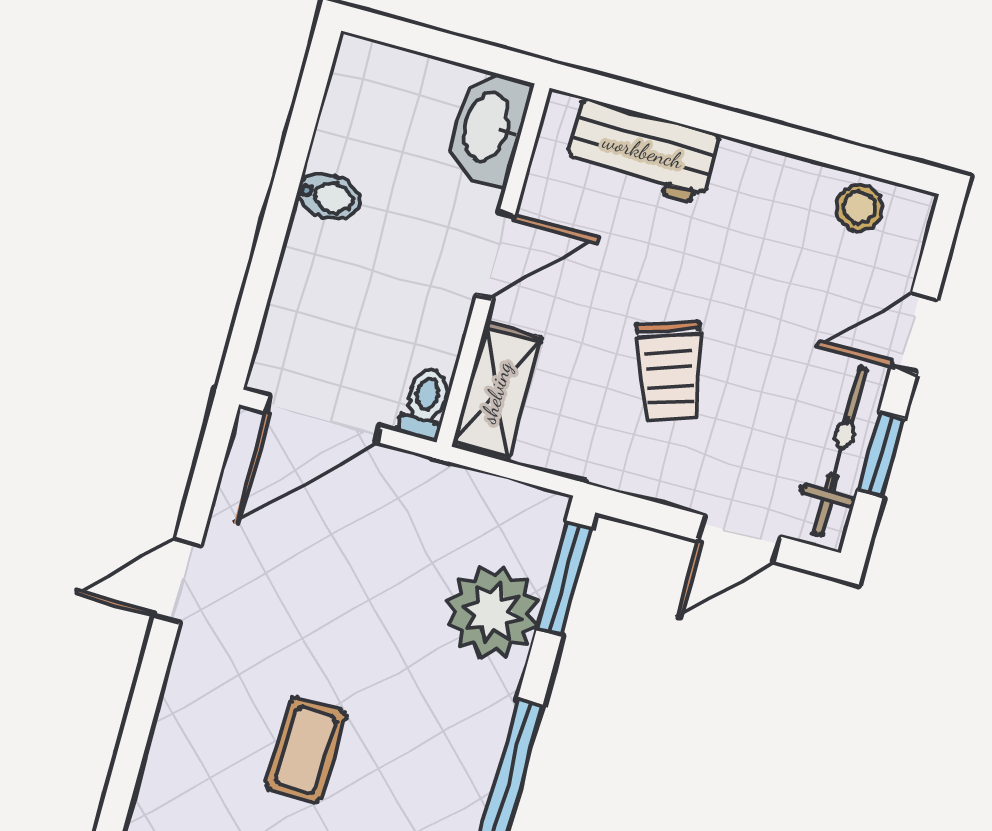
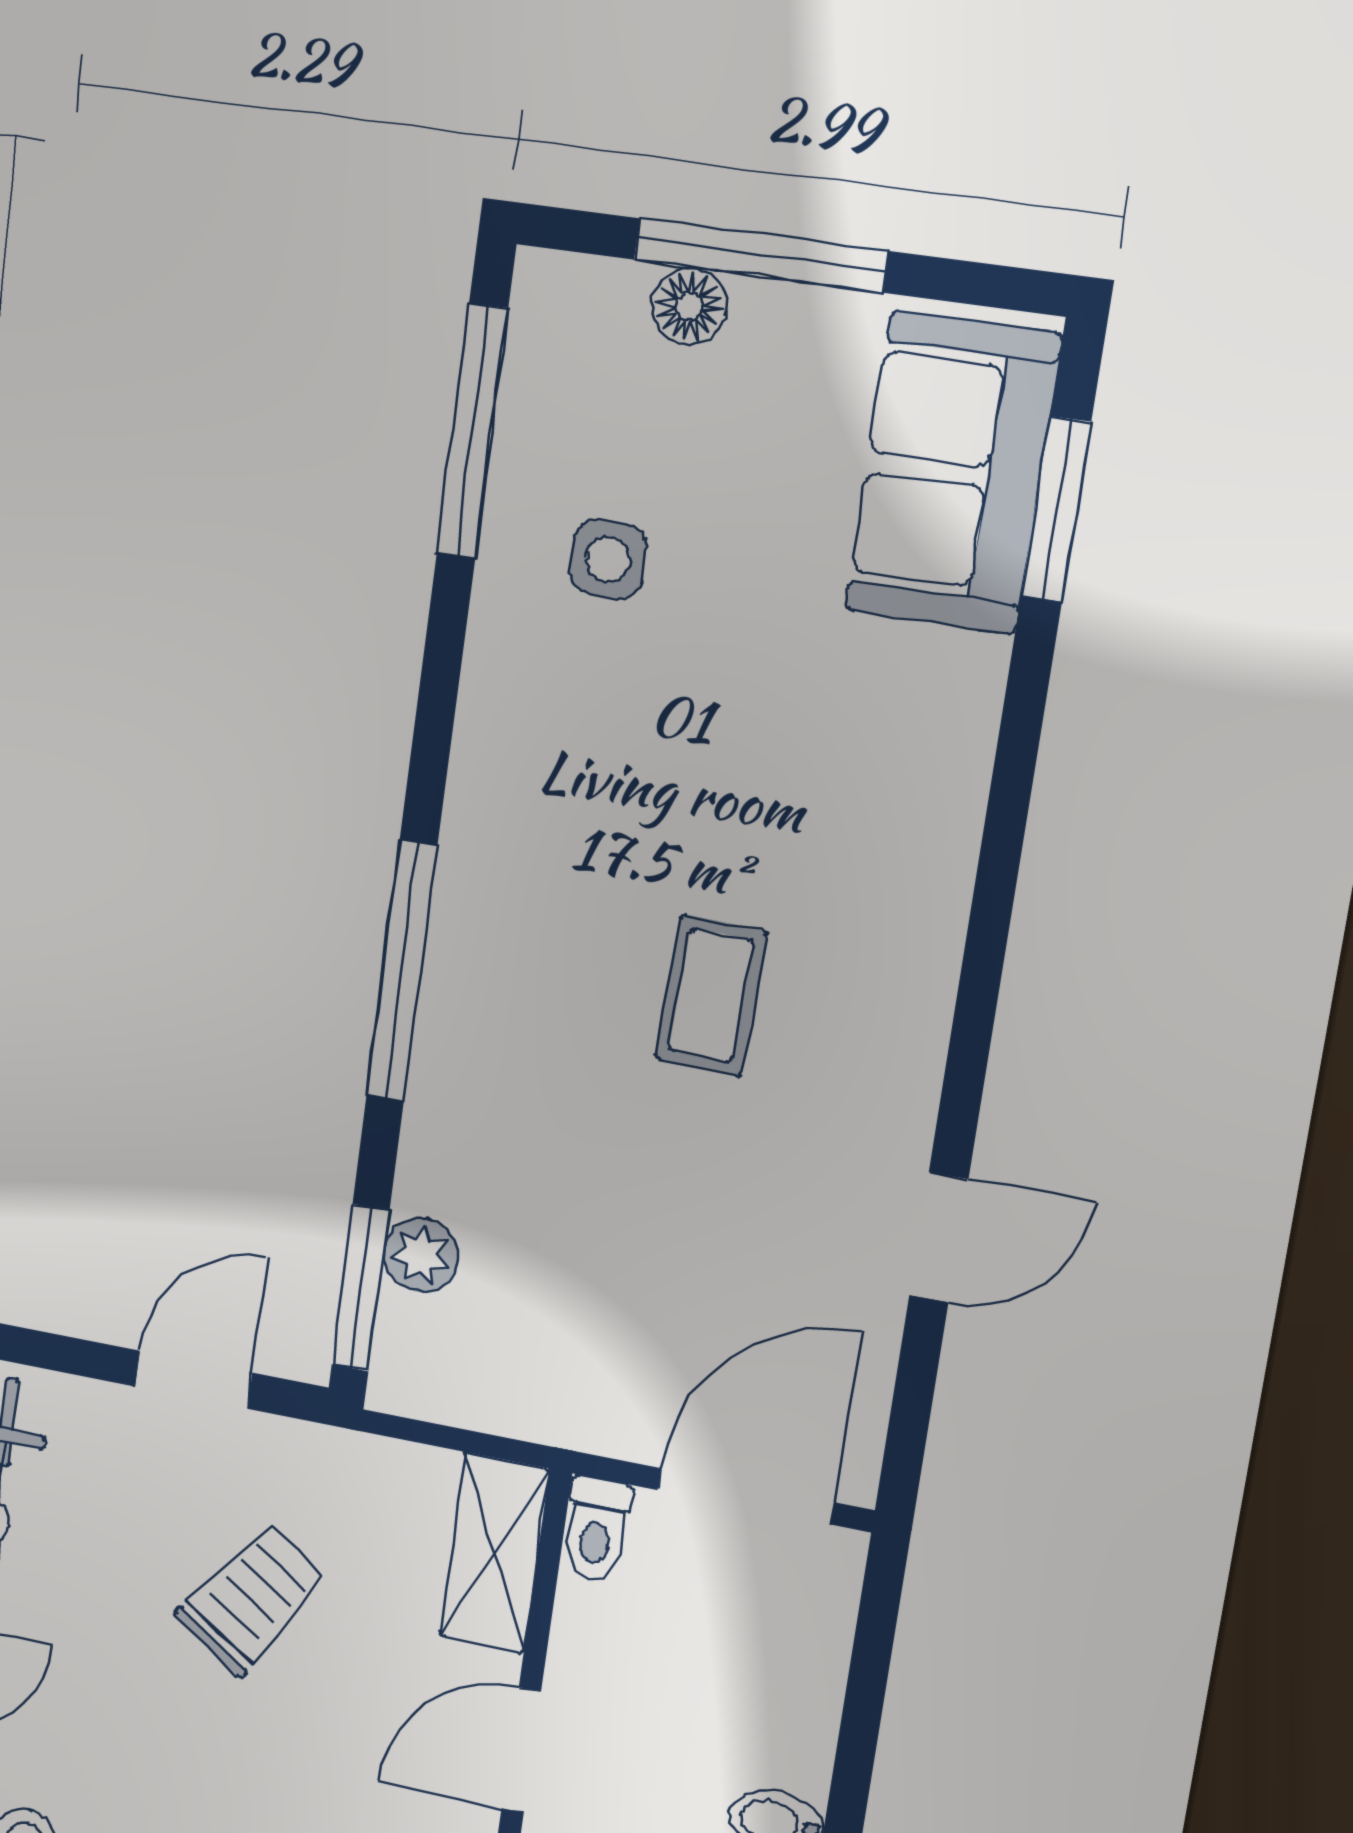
trolley: (670, 370) -> (251, 1599), turned 52
door: (739, 539) -> (194, 1380), moved
plant: (492, 612) -> (421, 1255), width x0.53, depth x0.53

